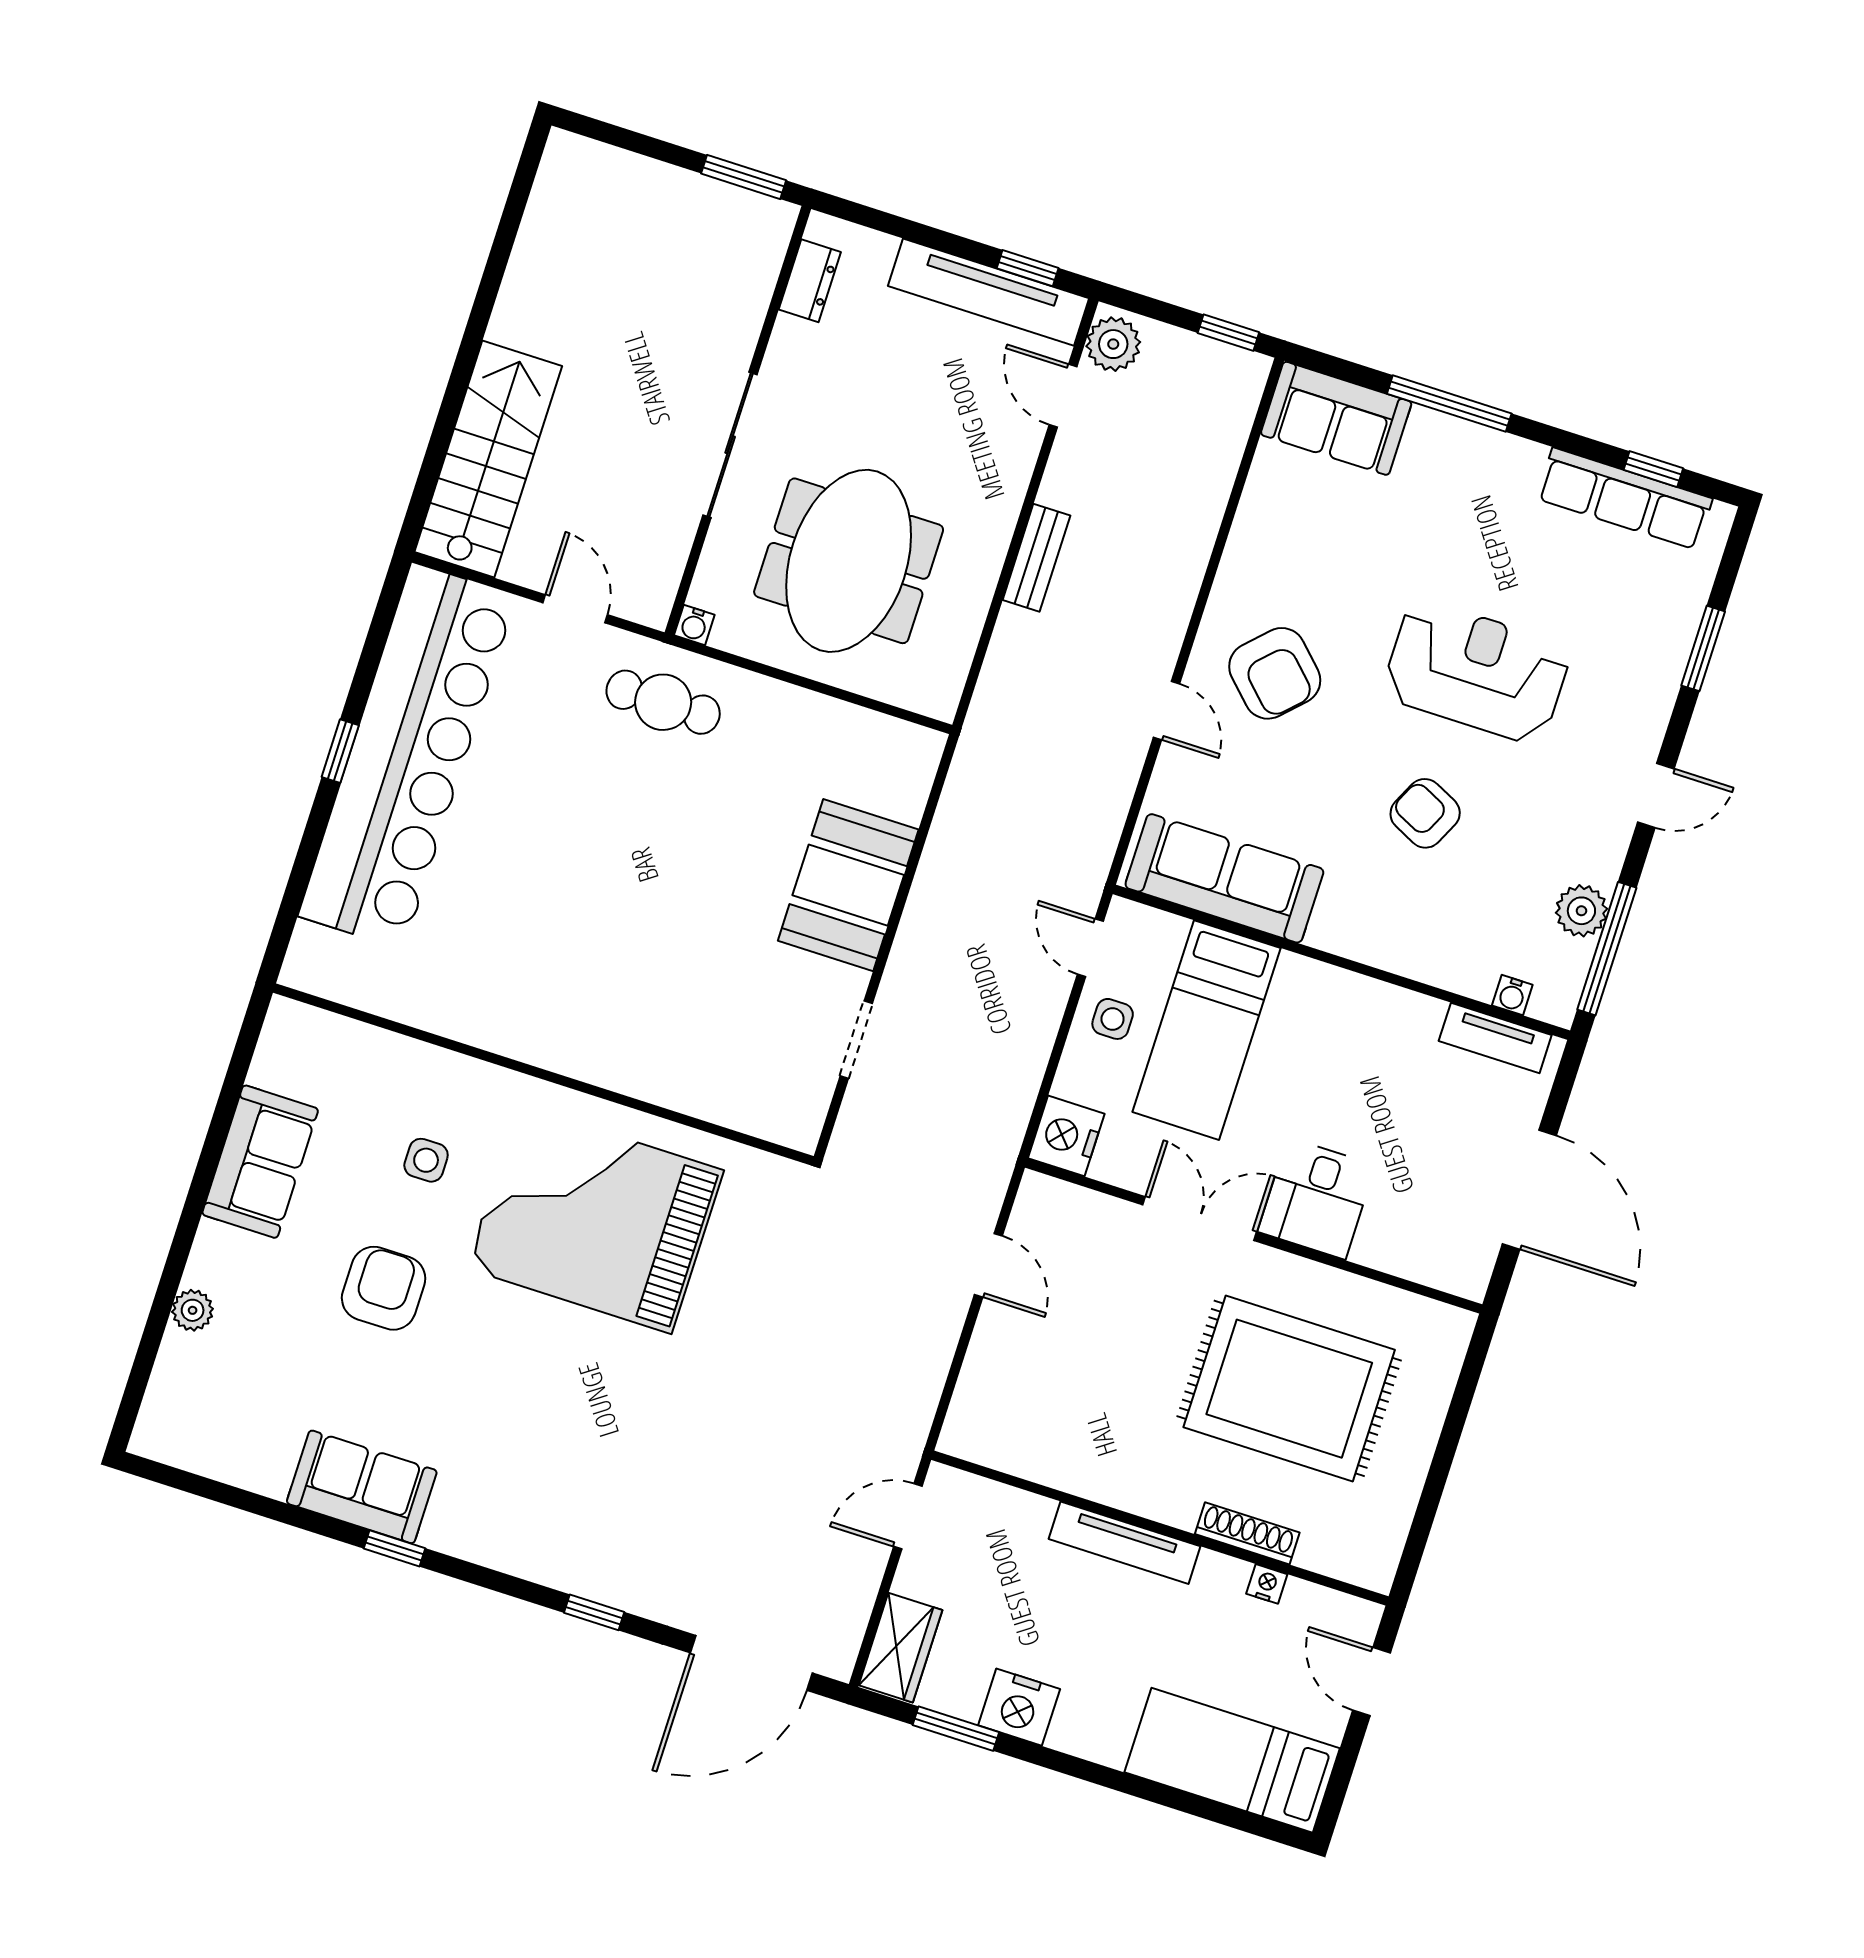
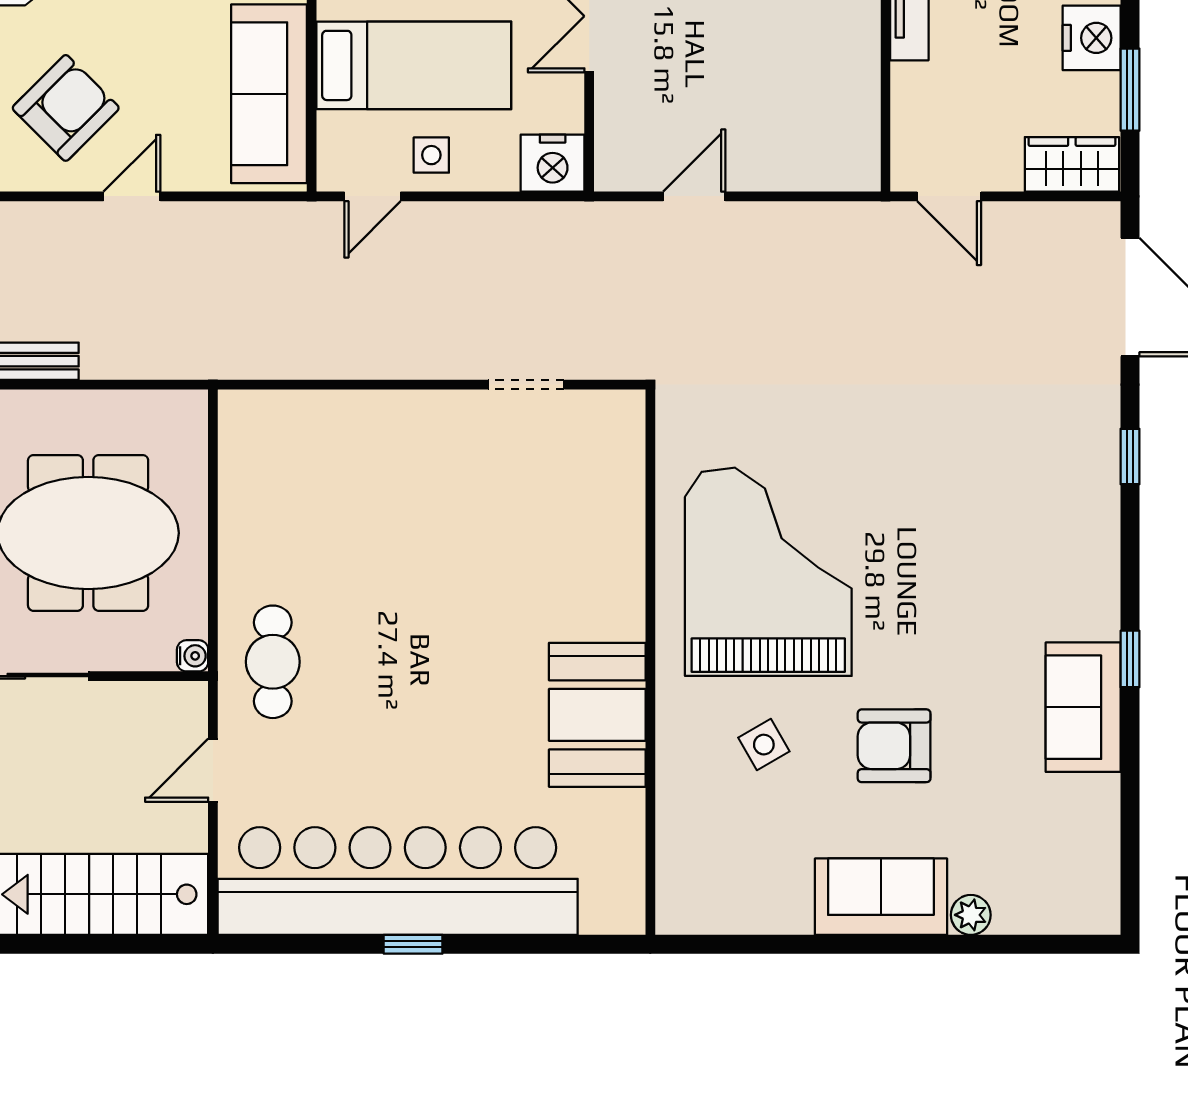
booth: (848, 885) -> (597, 715), moved, turned 90
side table: (426, 1160) -> (764, 745), turned -30
sofa: (260, 1162) -> (881, 897), moved
grand piano: (595, 1219) -> (768, 572), turned 180

